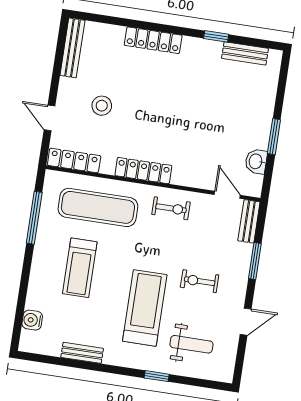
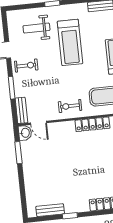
window: (274, 137) -> (18, 153), moved
washbasin: (256, 161) -> (25, 133), moved
exercise bike: (200, 281) -> (26, 66), moved

